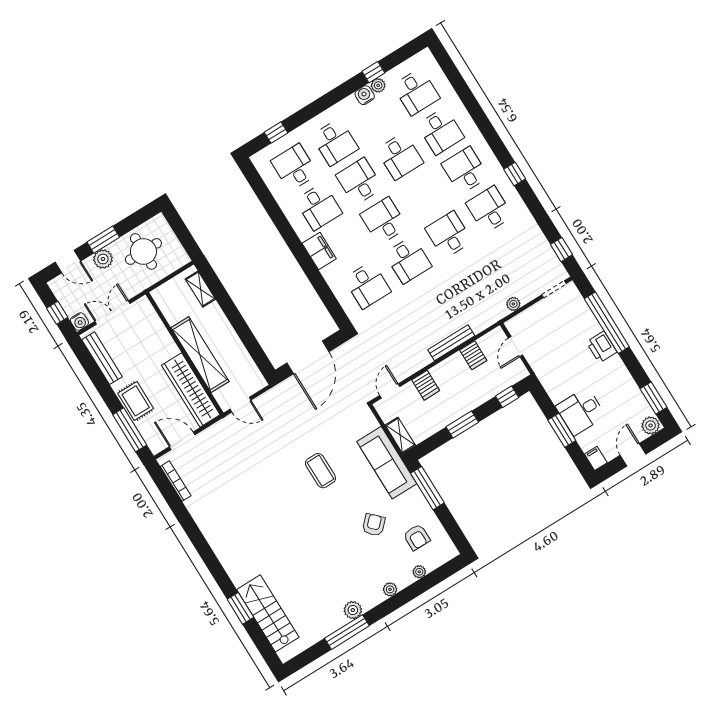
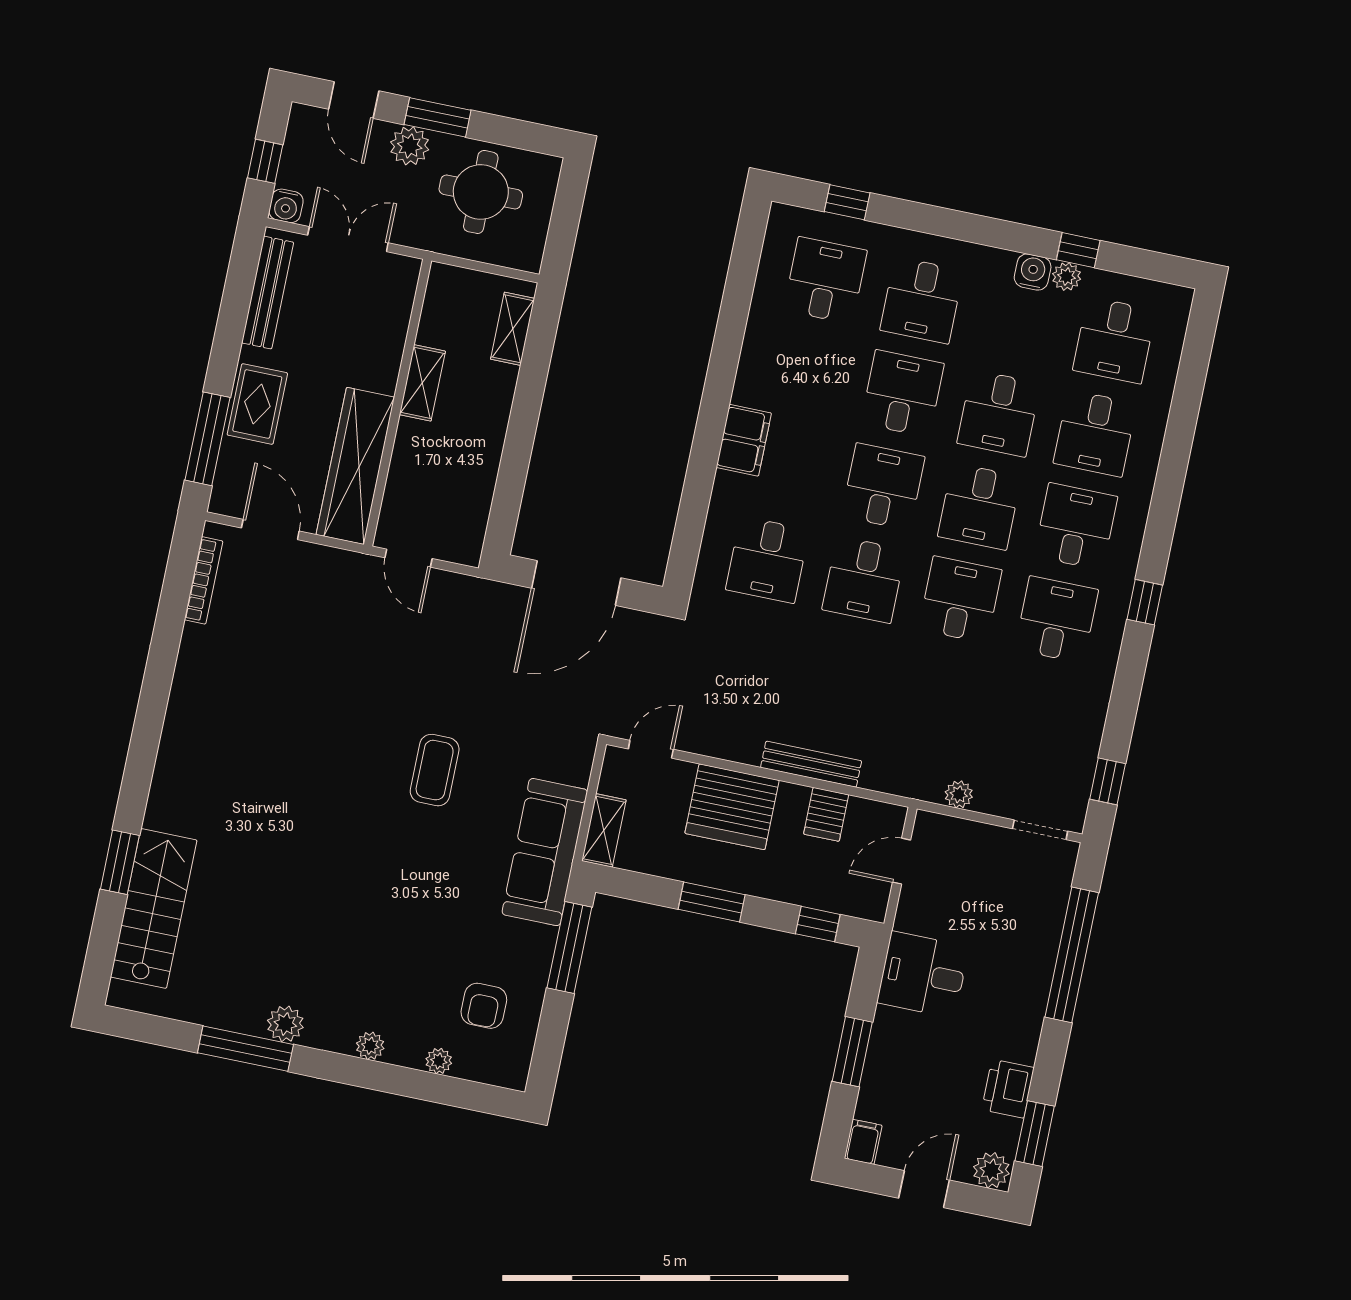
desk: (319, 207) -> (979, 506), moved
printer: (602, 347) -> (1008, 1089), moved
shelving: (200, 355) -> (422, 383), width x0.45, depth x0.75
server rack: (426, 385) -> (732, 807), width x2.18, depth x1.44
desk: (581, 411) -> (923, 975), moved
armchair: (374, 525) -> (437, 926), removed

